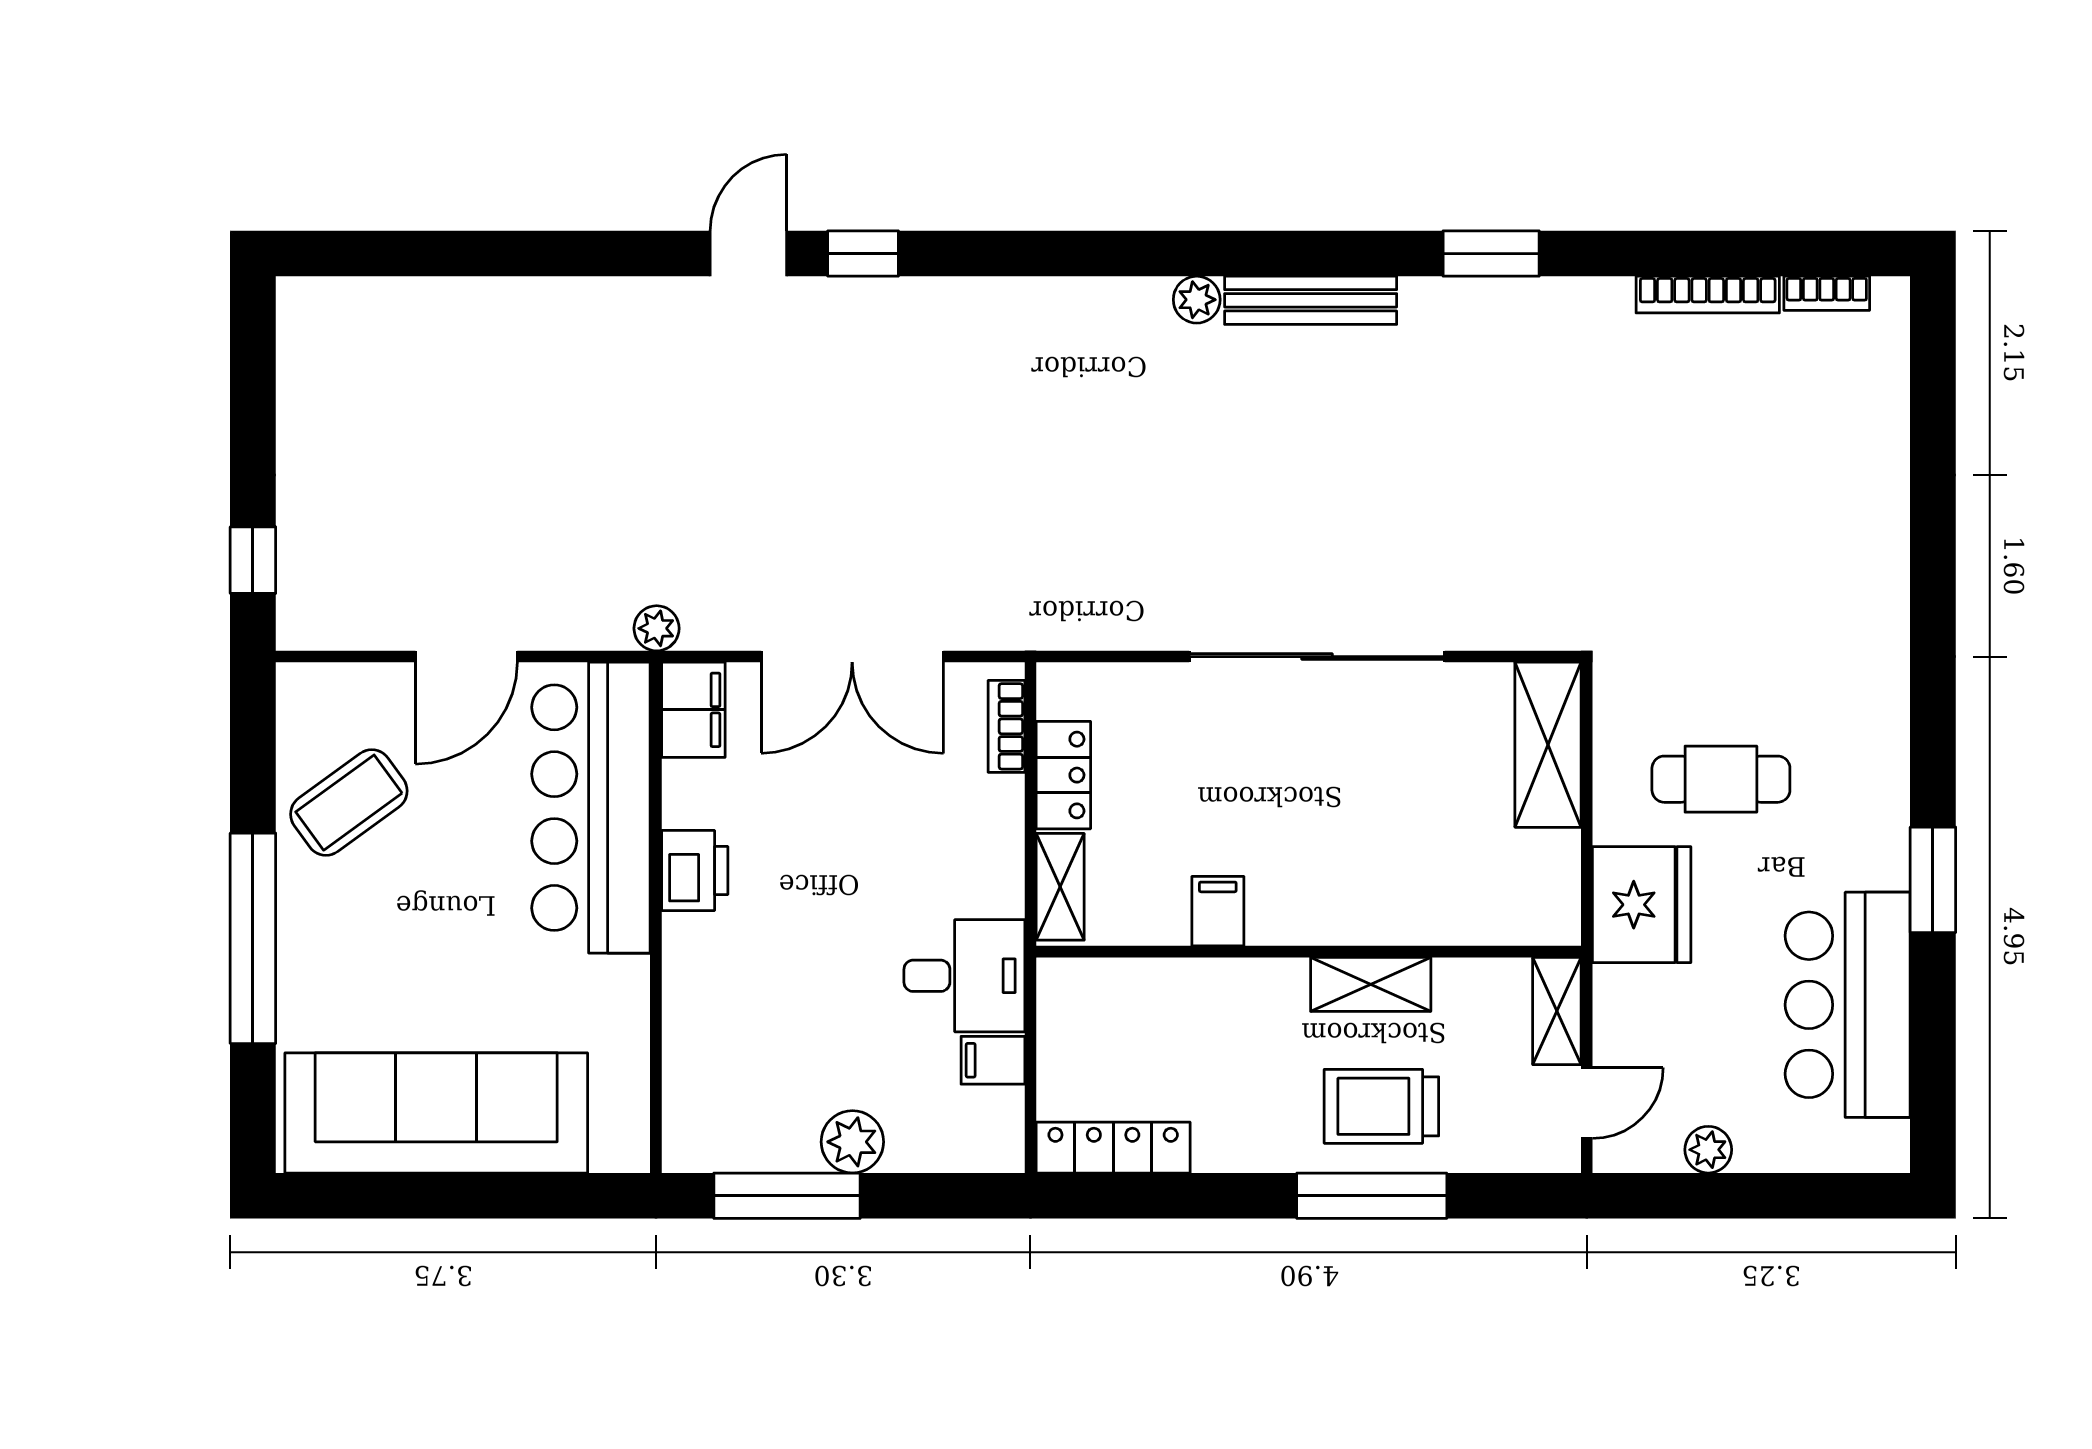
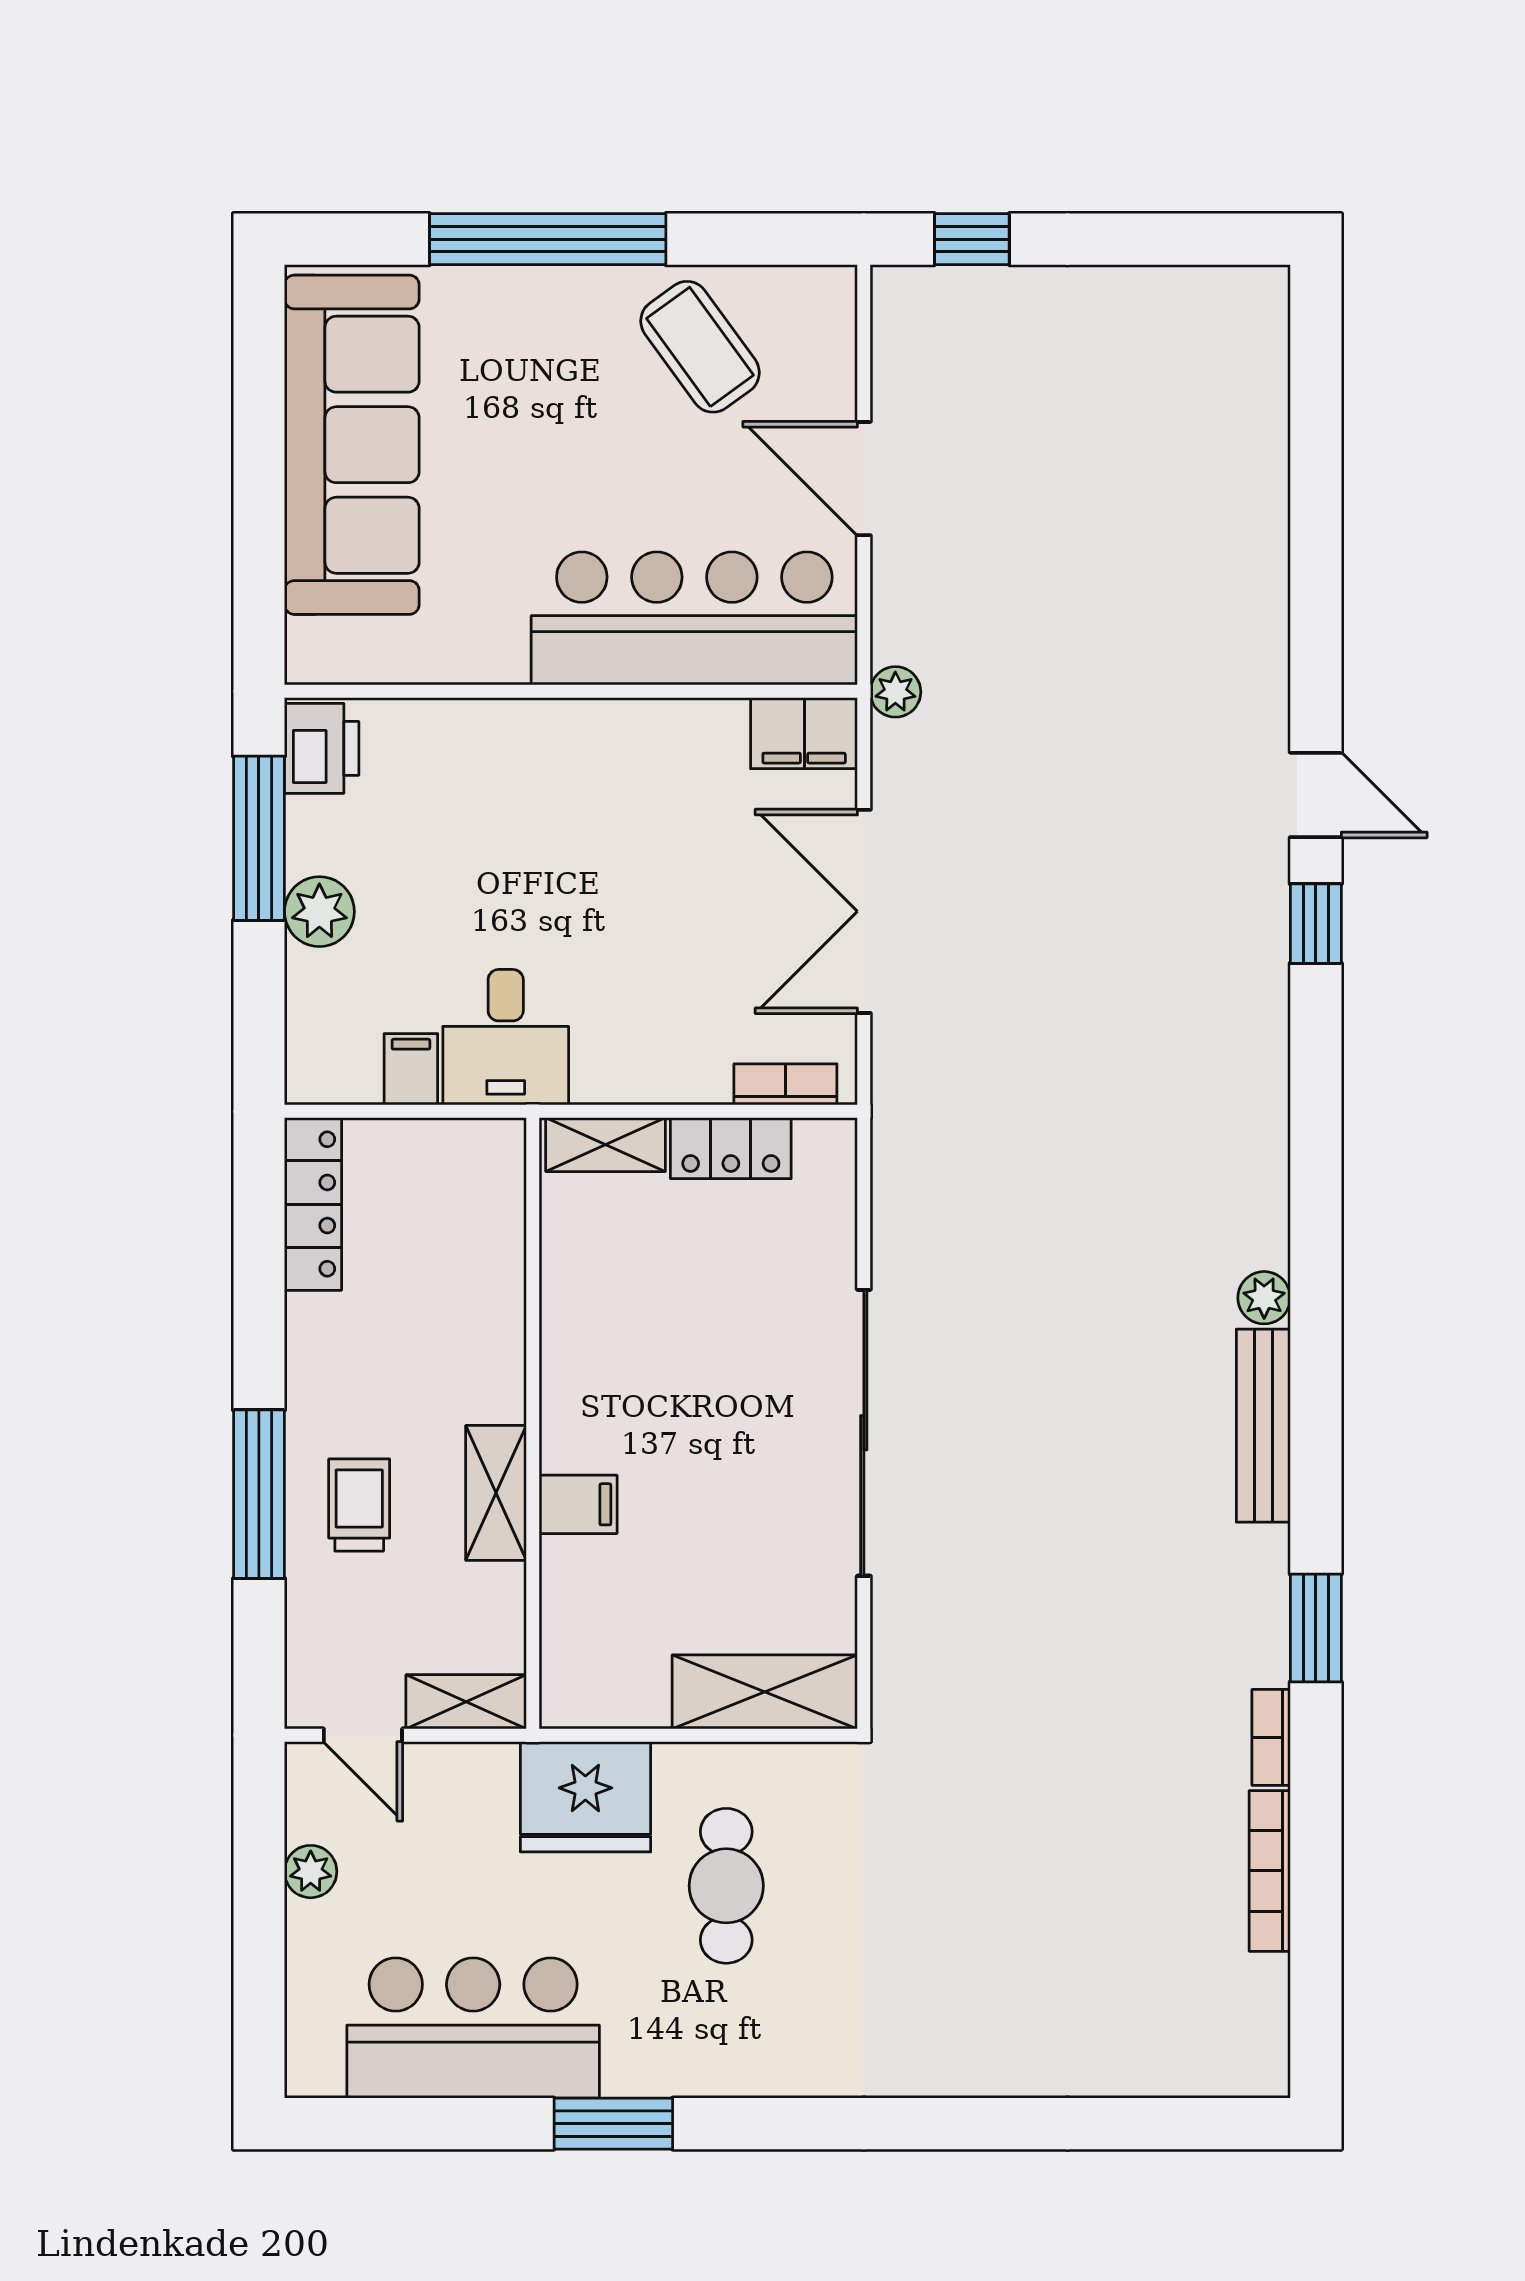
bookcase: (1827, 293) -> (1271, 1737), moved
printer: (695, 870) -> (322, 748), moved, turned -90
filing cabinet: (1218, 911) -> (578, 1504), moved
trolley: (1381, 1106) -> (359, 1505), width x0.73, depth x0.72

